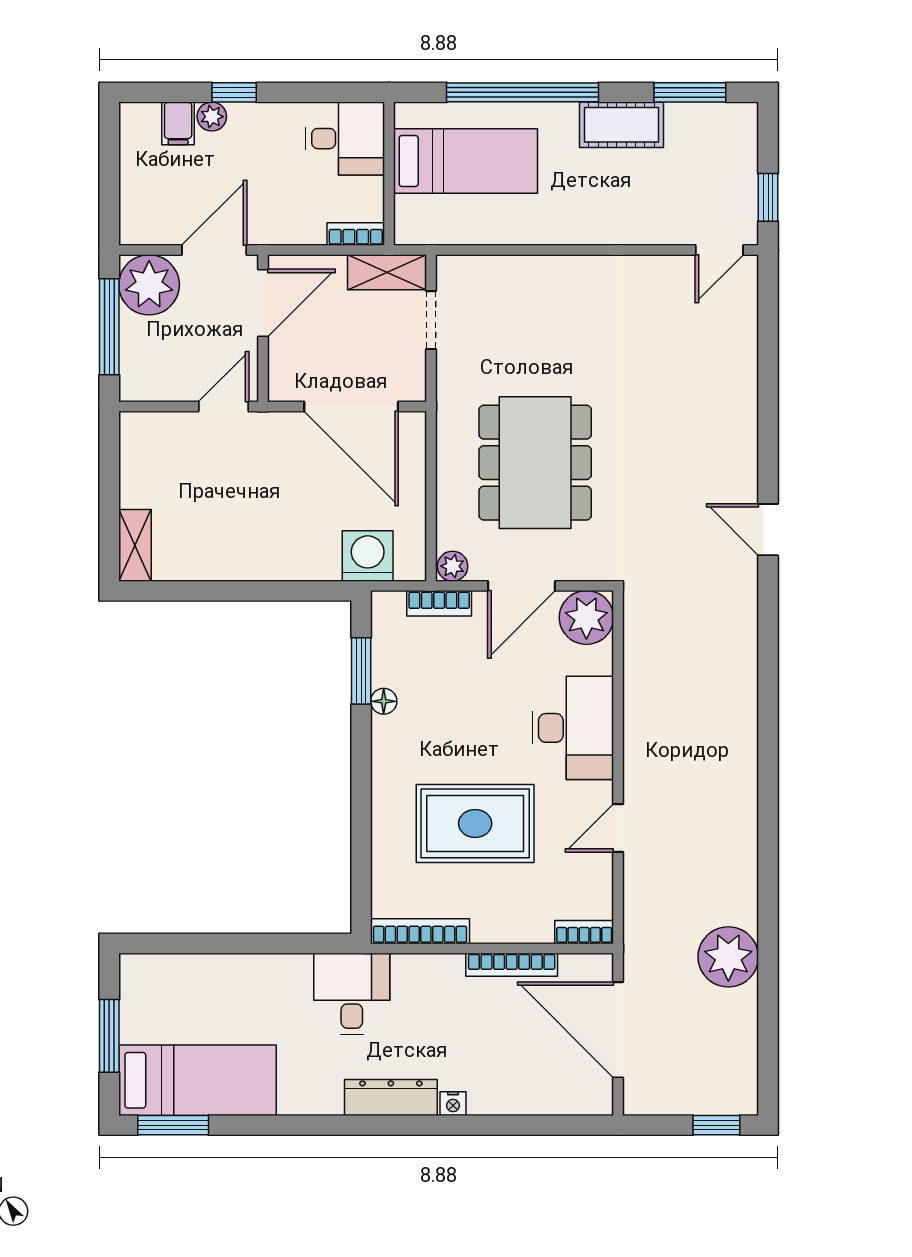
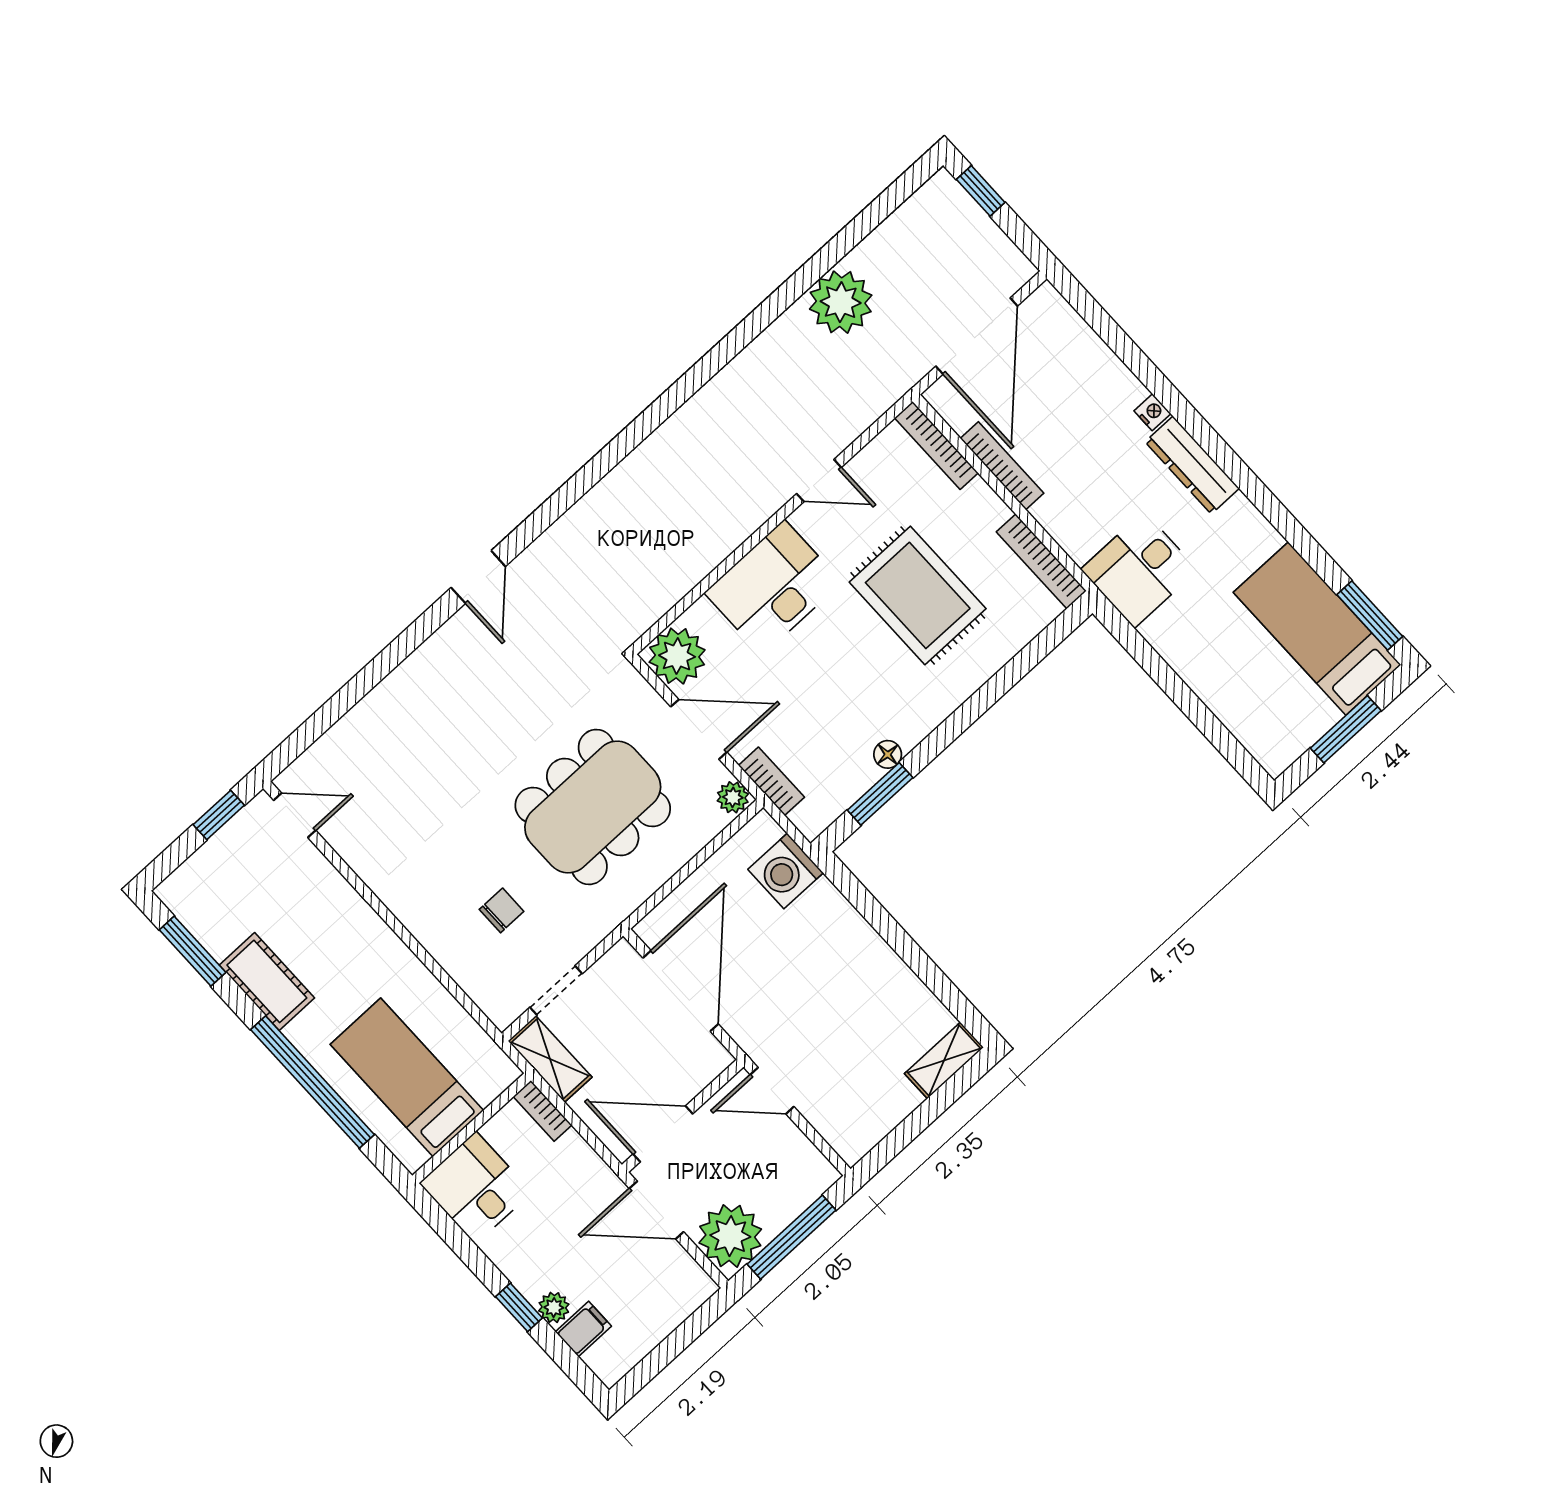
chair: (521, 333) -> (502, 910), added
bookcase: (584, 932) -> (936, 445), width x1.56

